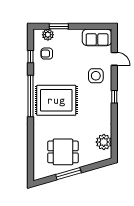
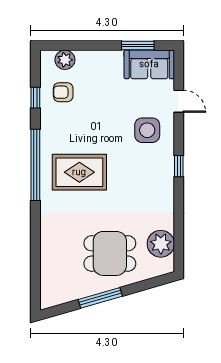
window: (59, 26) -> (138, 46), moved
rug: (56, 100) -> (79, 172), width x0.73, depth x0.69
dining table: (63, 152) -> (110, 253), moved

